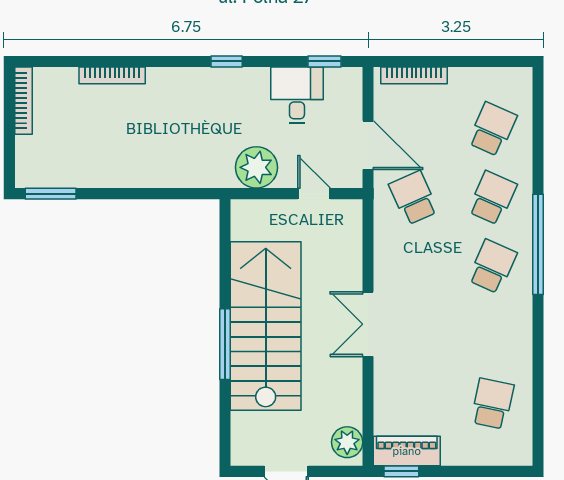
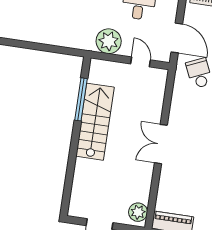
stairs: (266, 326) -> (95, 122), width x0.73, depth x0.66
window: (225, 344) -> (81, 99), moved

